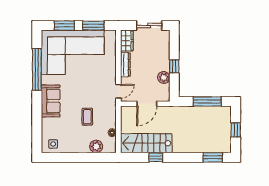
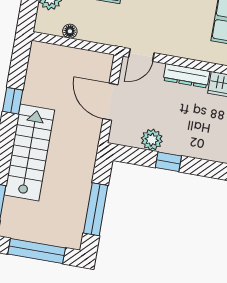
door: (118, 91) -> (141, 55), hinge flipped
window: (236, 130) -> (37, 251), width x2.17
stairs: (146, 143) -> (29, 153), moved

